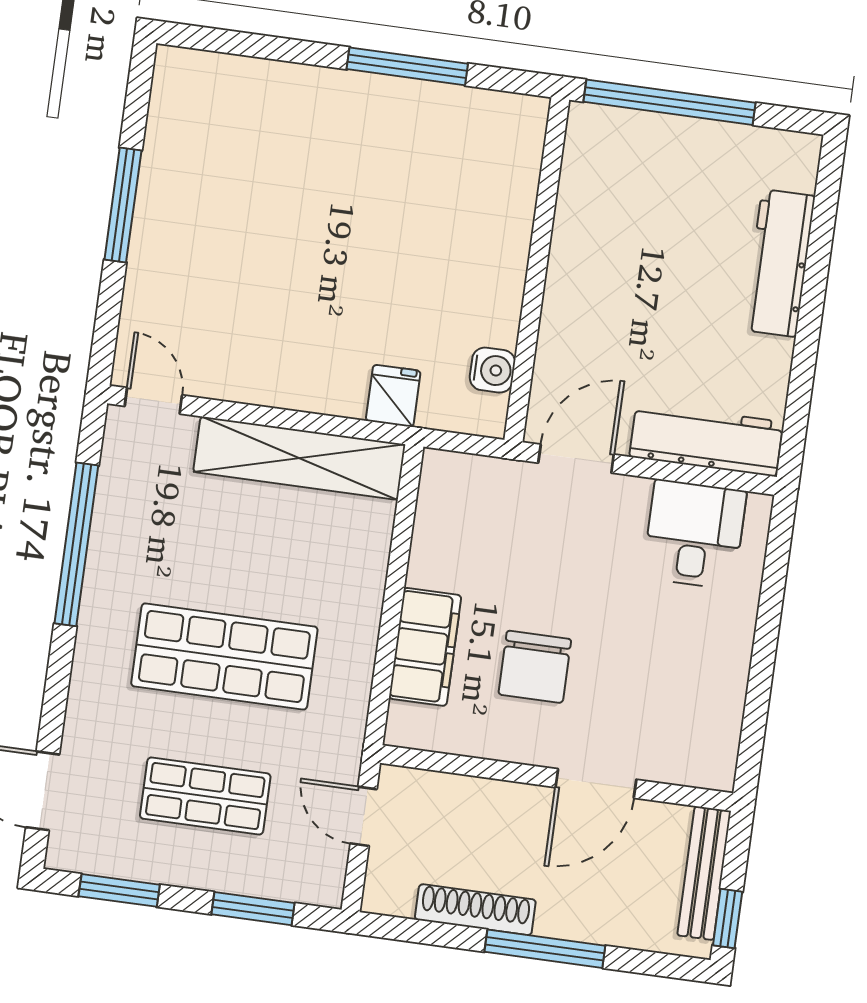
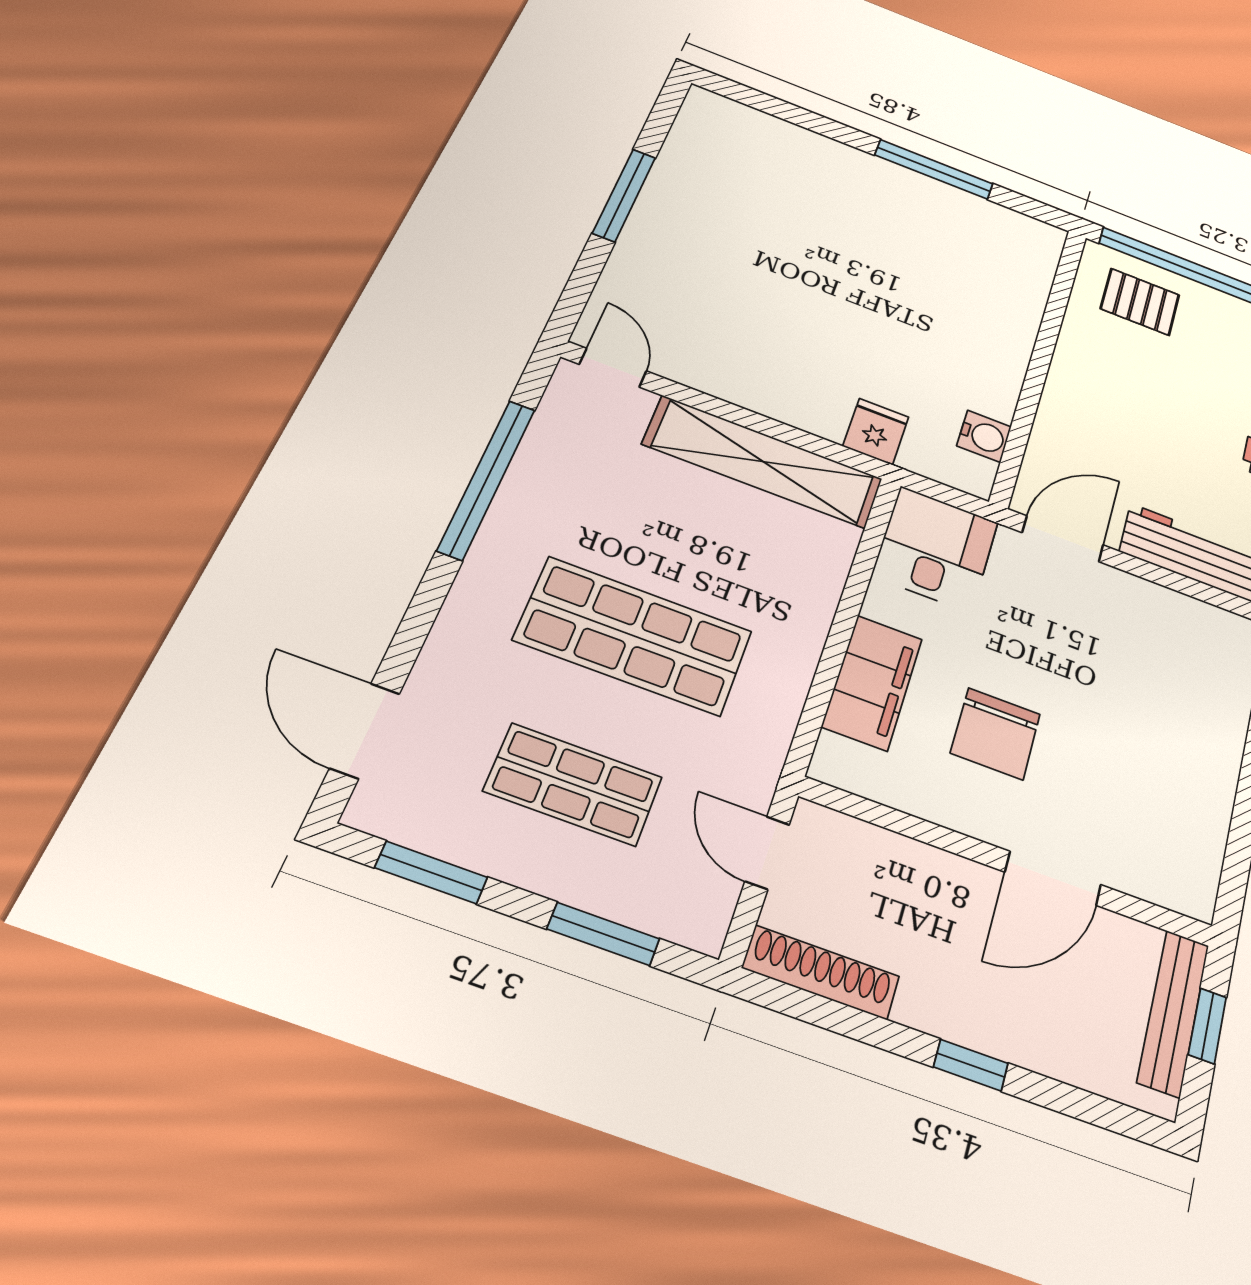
pallet: (630, 162) -> (1140, 302), added
desk: (694, 534) -> (936, 549), moved
shoe rack: (475, 910) -> (821, 972), moved
window: (728, 919) -> (1207, 1026), moved
window: (545, 949) -> (971, 1065), width x0.46

